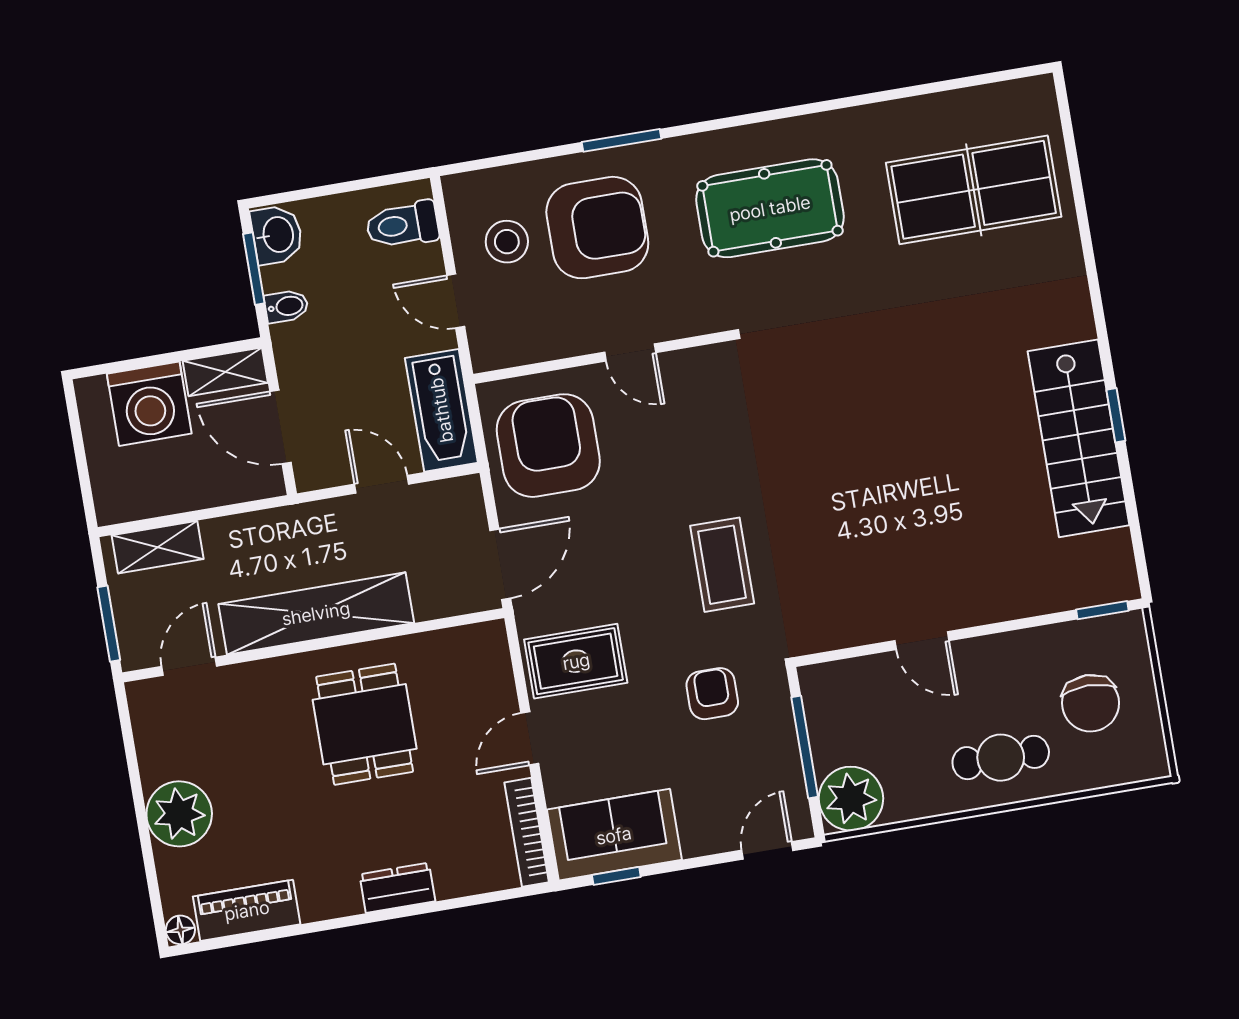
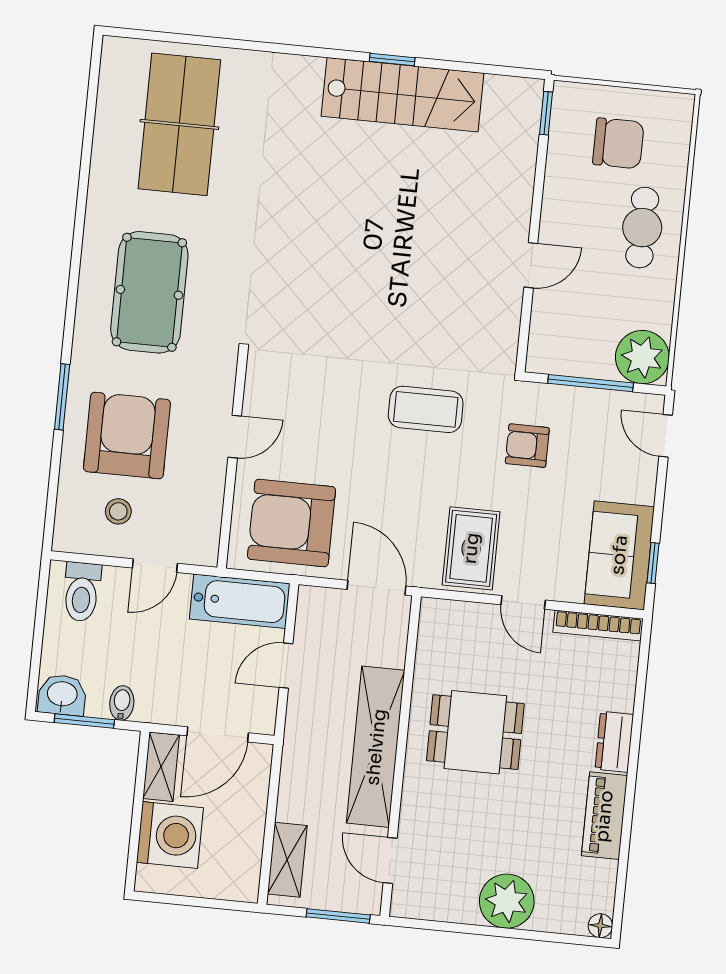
stool: (507, 242) -> (118, 511), width x0.73, depth x0.73
piano: (247, 910) -> (604, 816), moved

